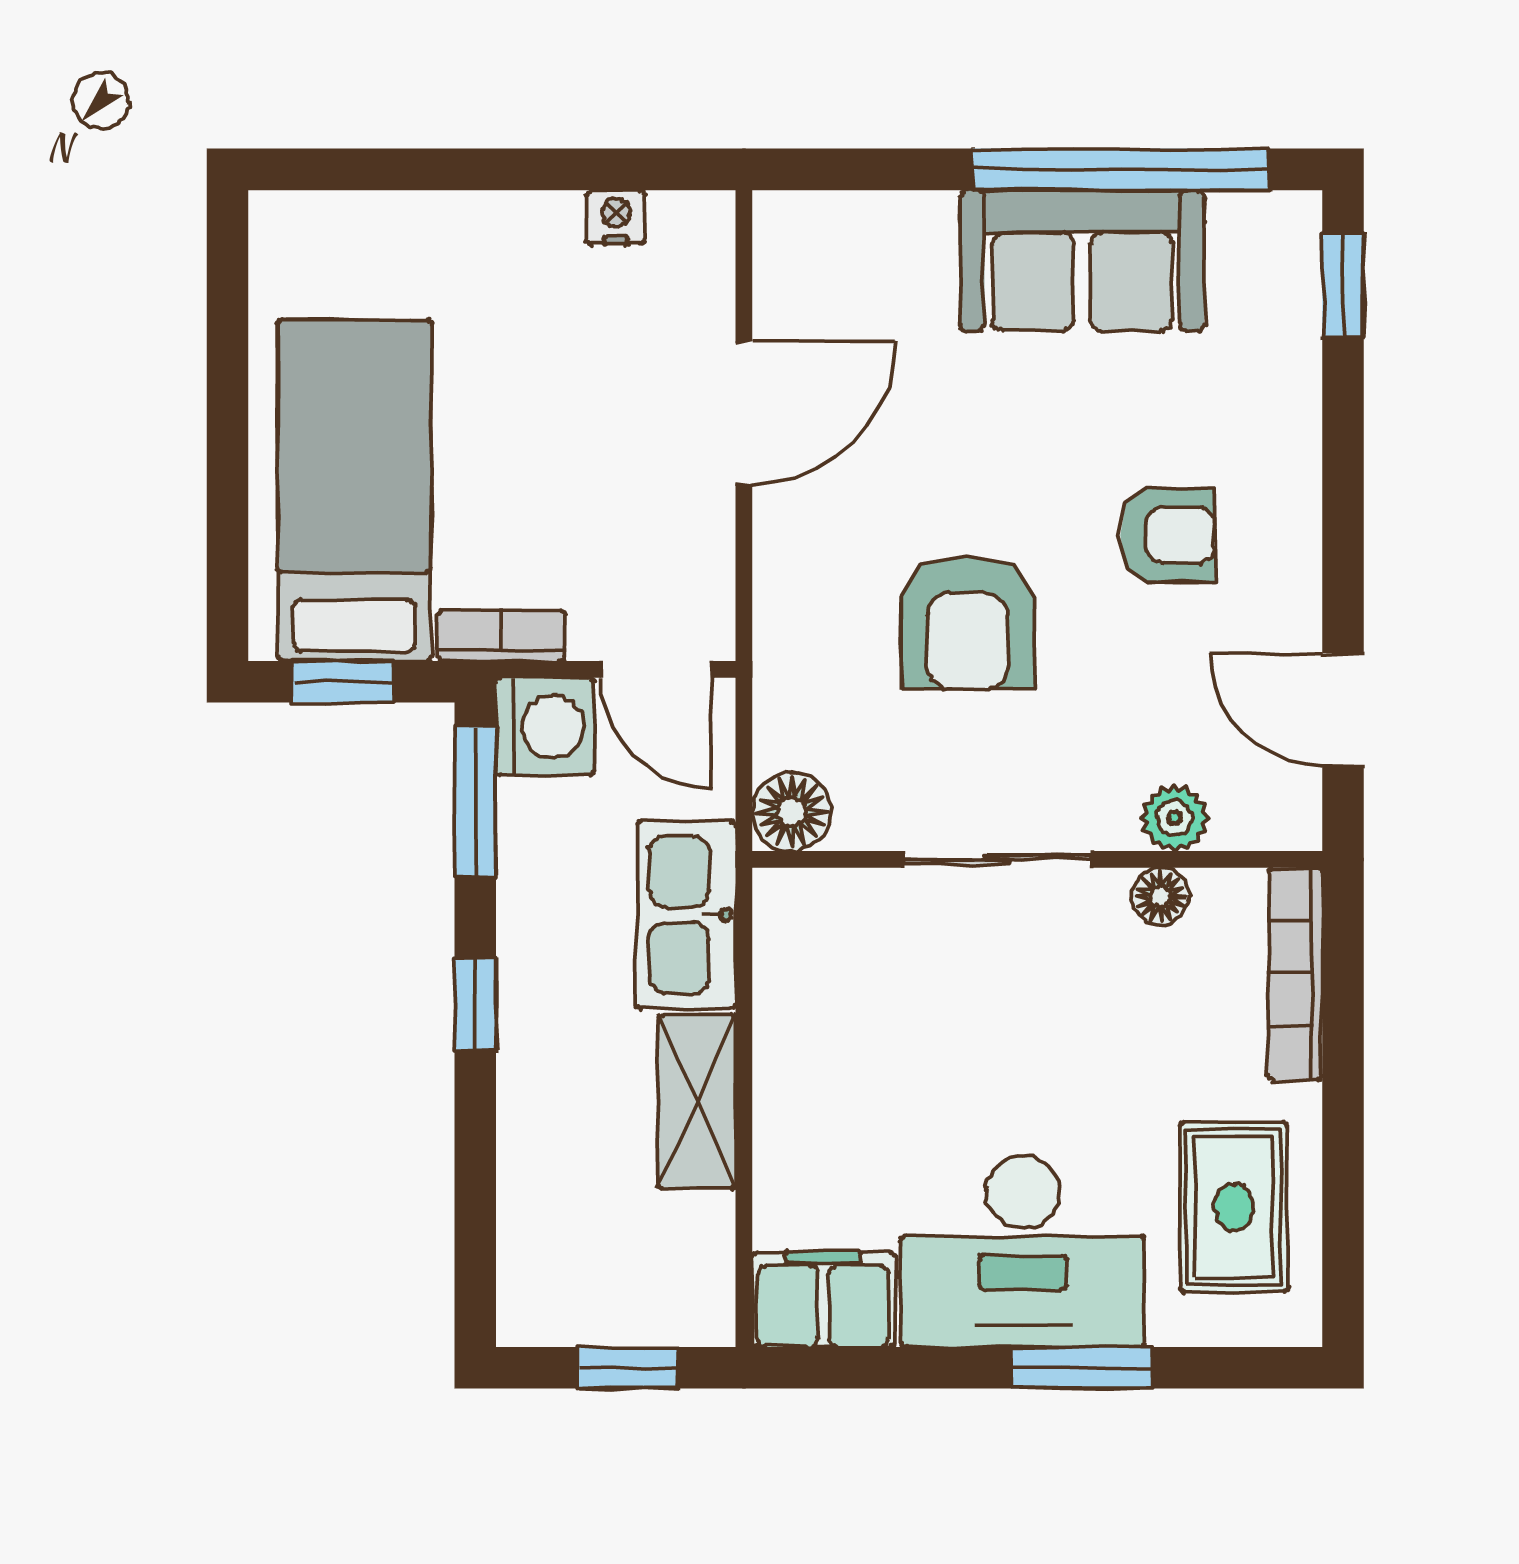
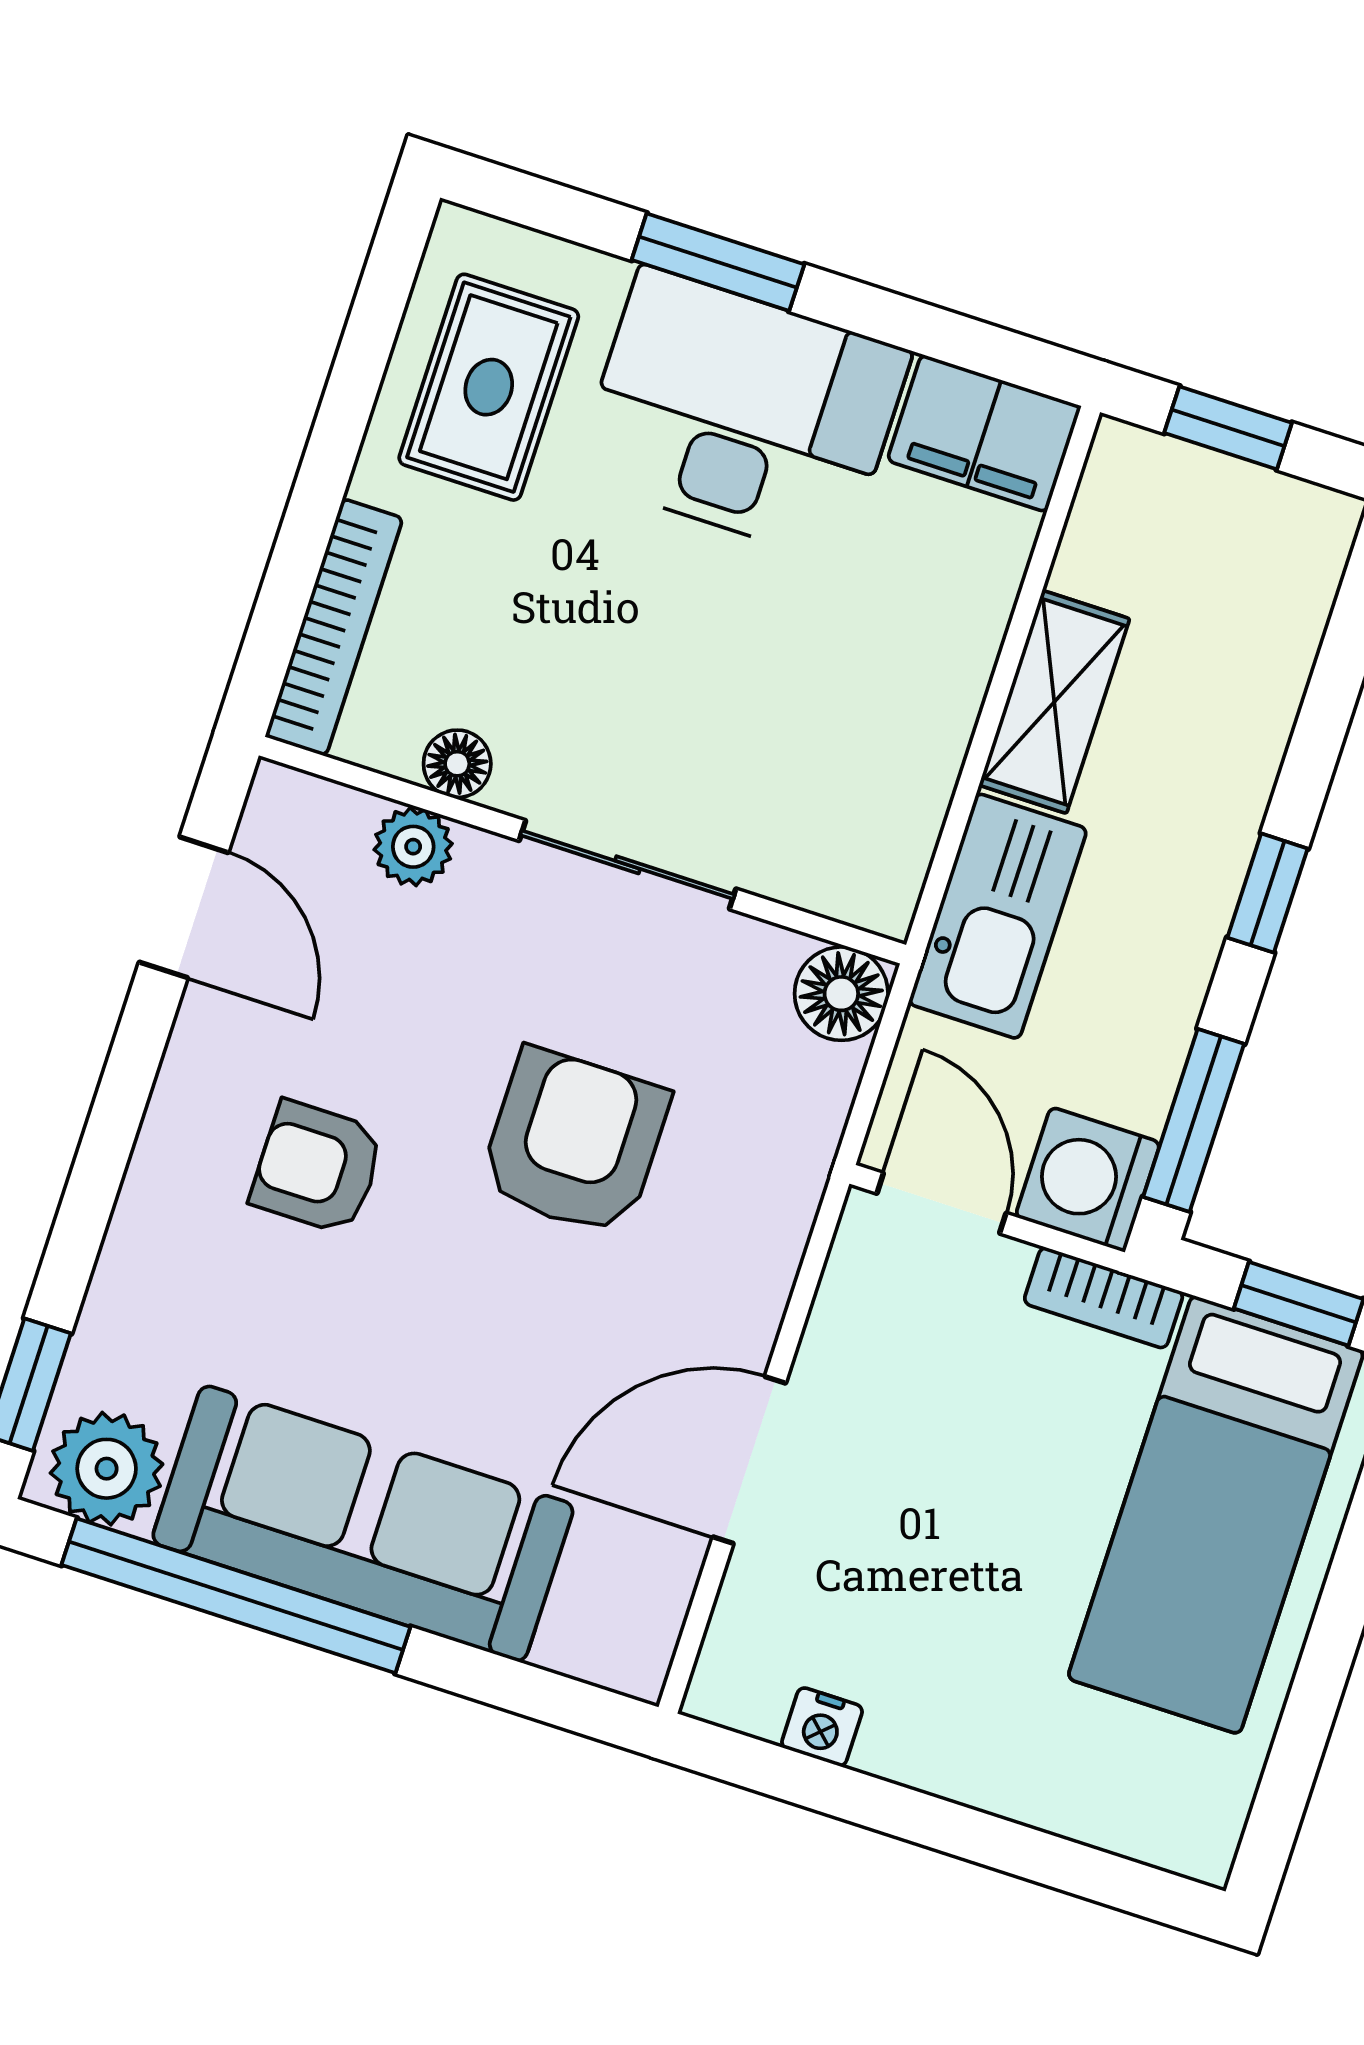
plant: (1258, 238) -> (107, 1469), added
sofa: (1082, 261) -> (363, 1524), width x1.36

